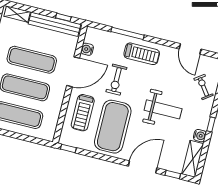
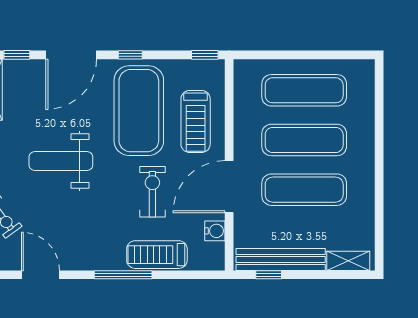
window: (128, 33) -> (123, 275), moved
treadmill: (142, 54) -> (157, 255), moved
treadmill: (83, 113) -> (196, 121), turned 180
window: (110, 159) -> (130, 55), added

